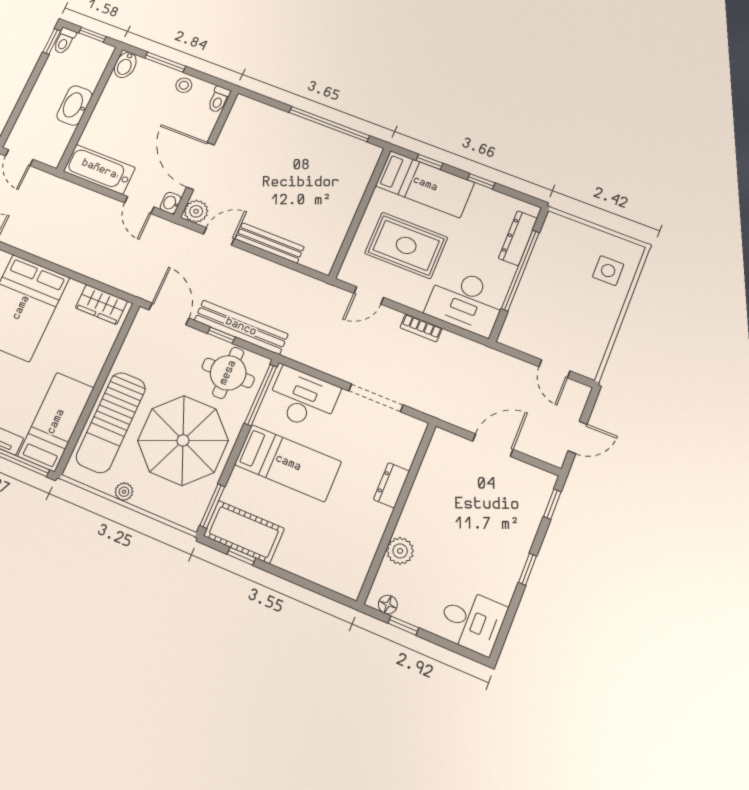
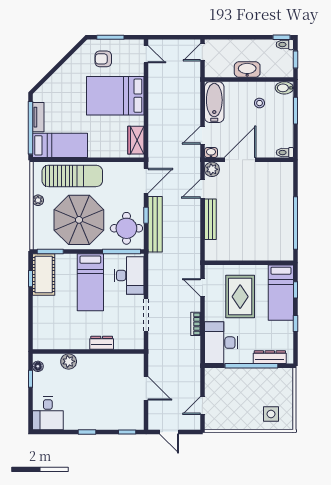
stool: (184, 85) -> (260, 103), moved
door: (219, 236) -> (202, 189), swing flipped
sun lounger: (111, 423) -> (72, 176), turned 180

